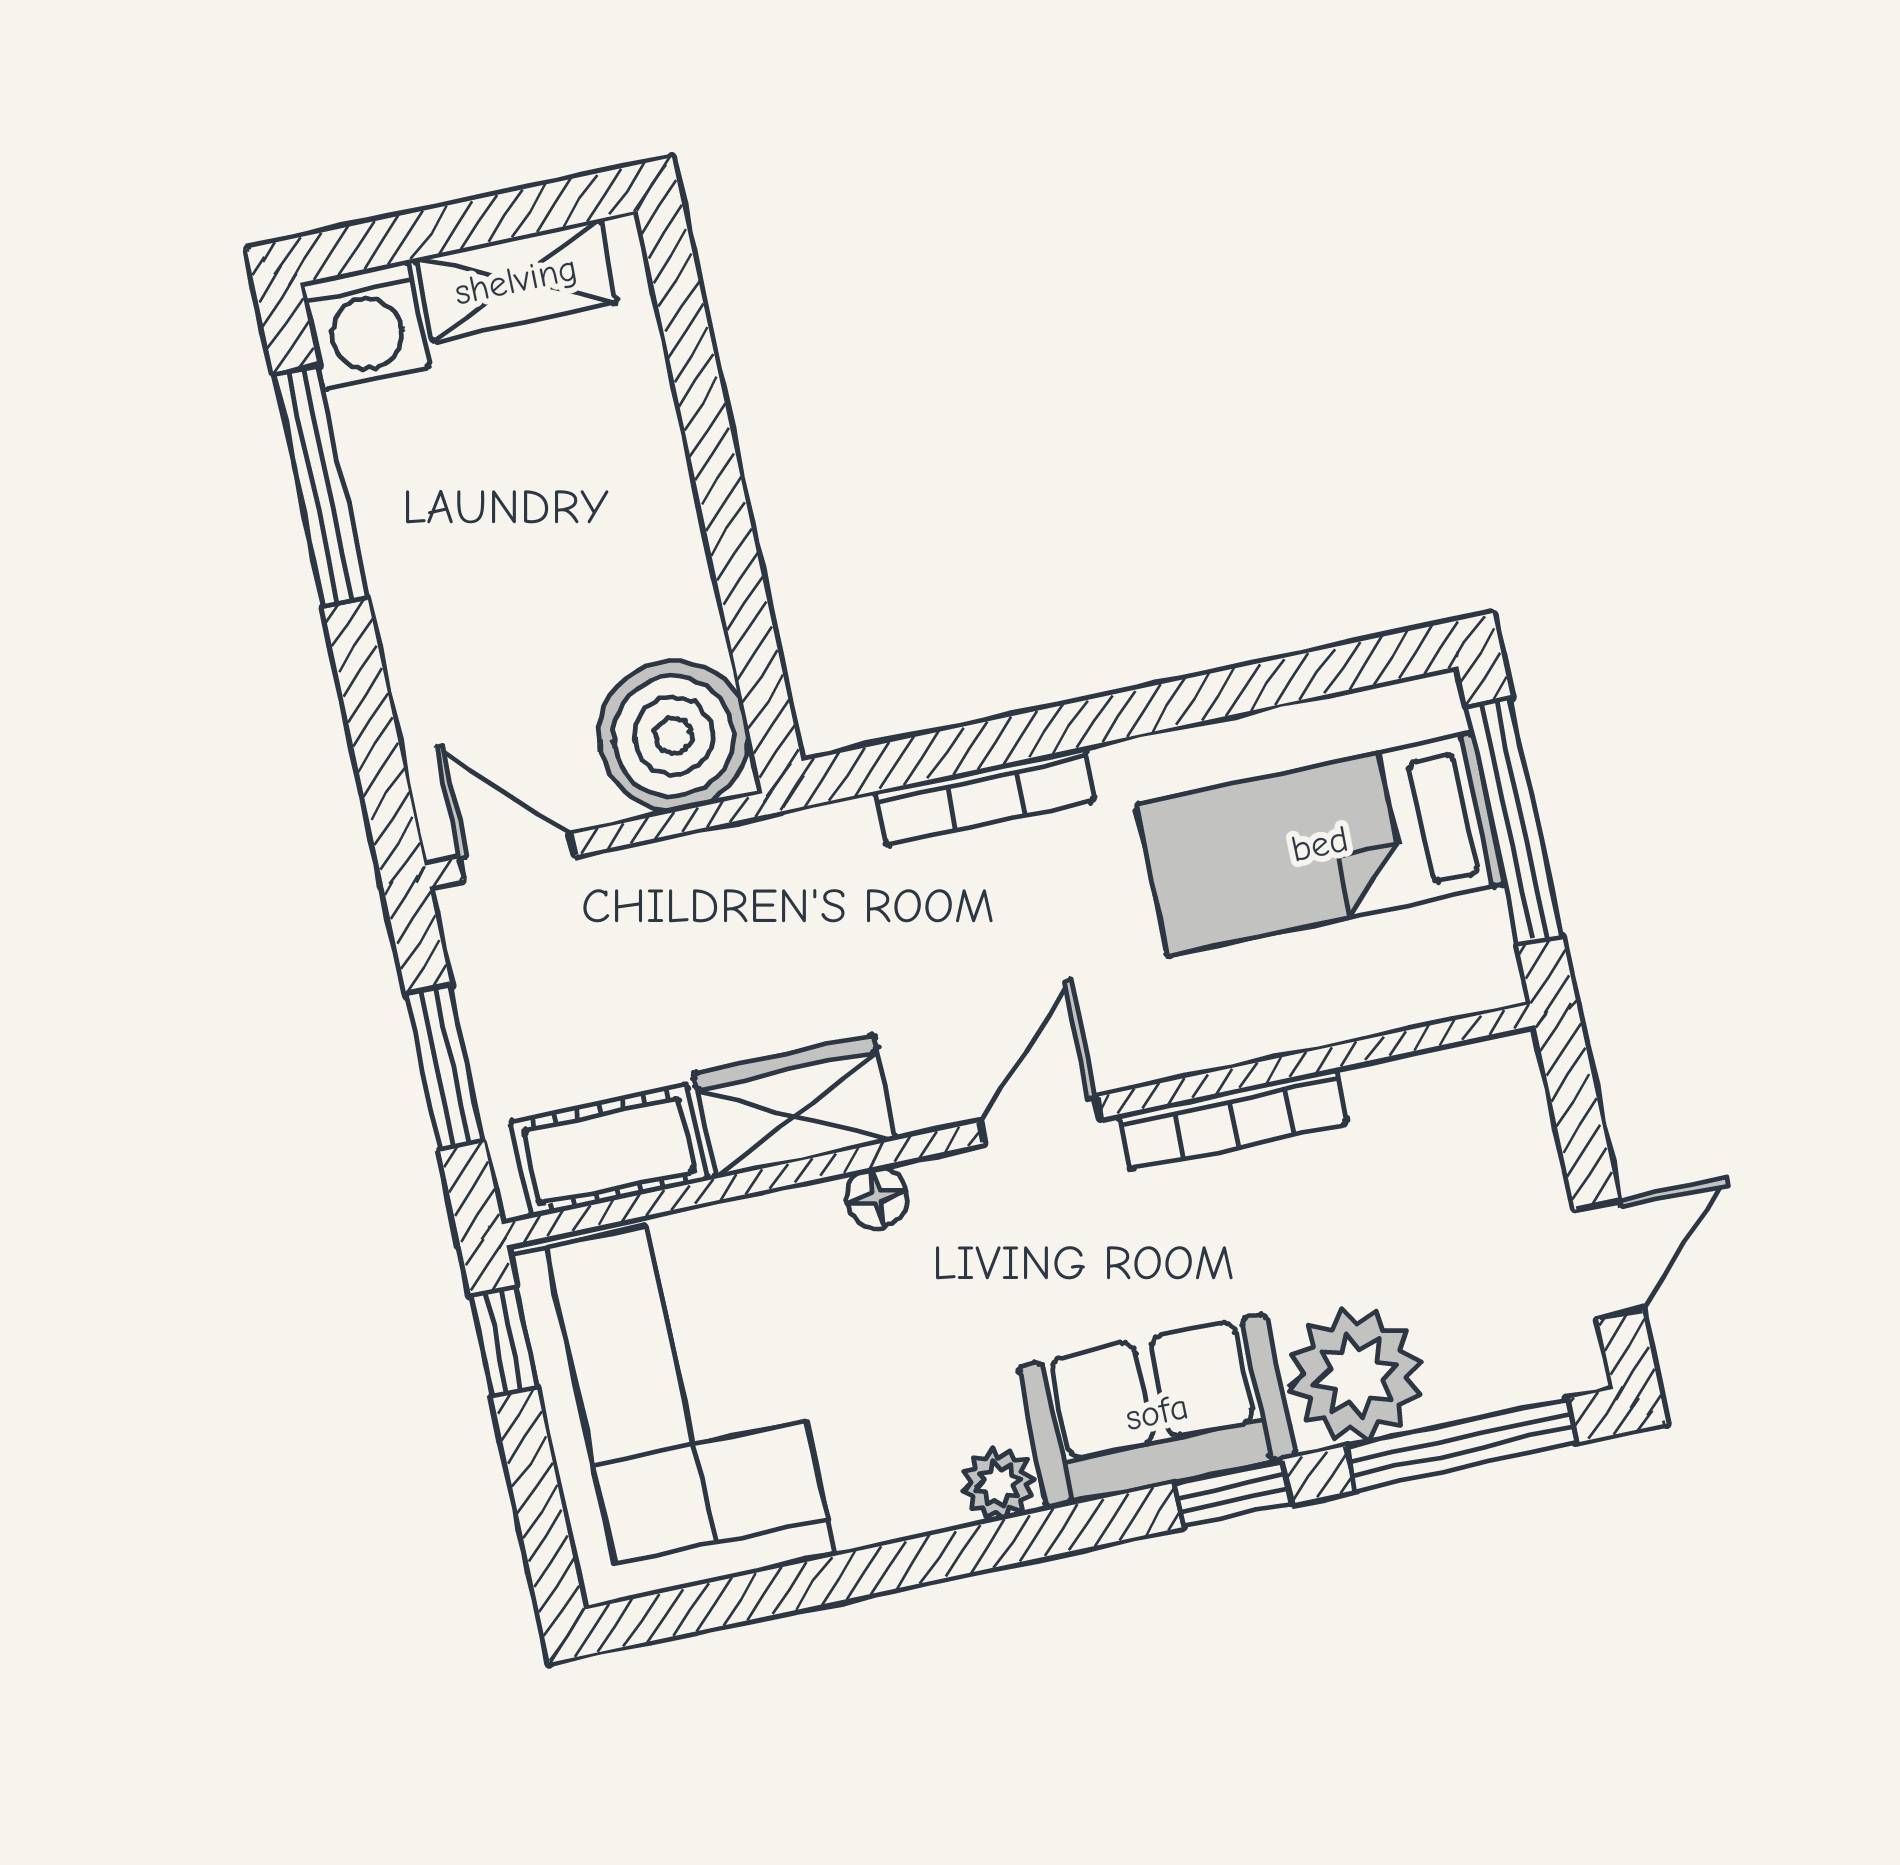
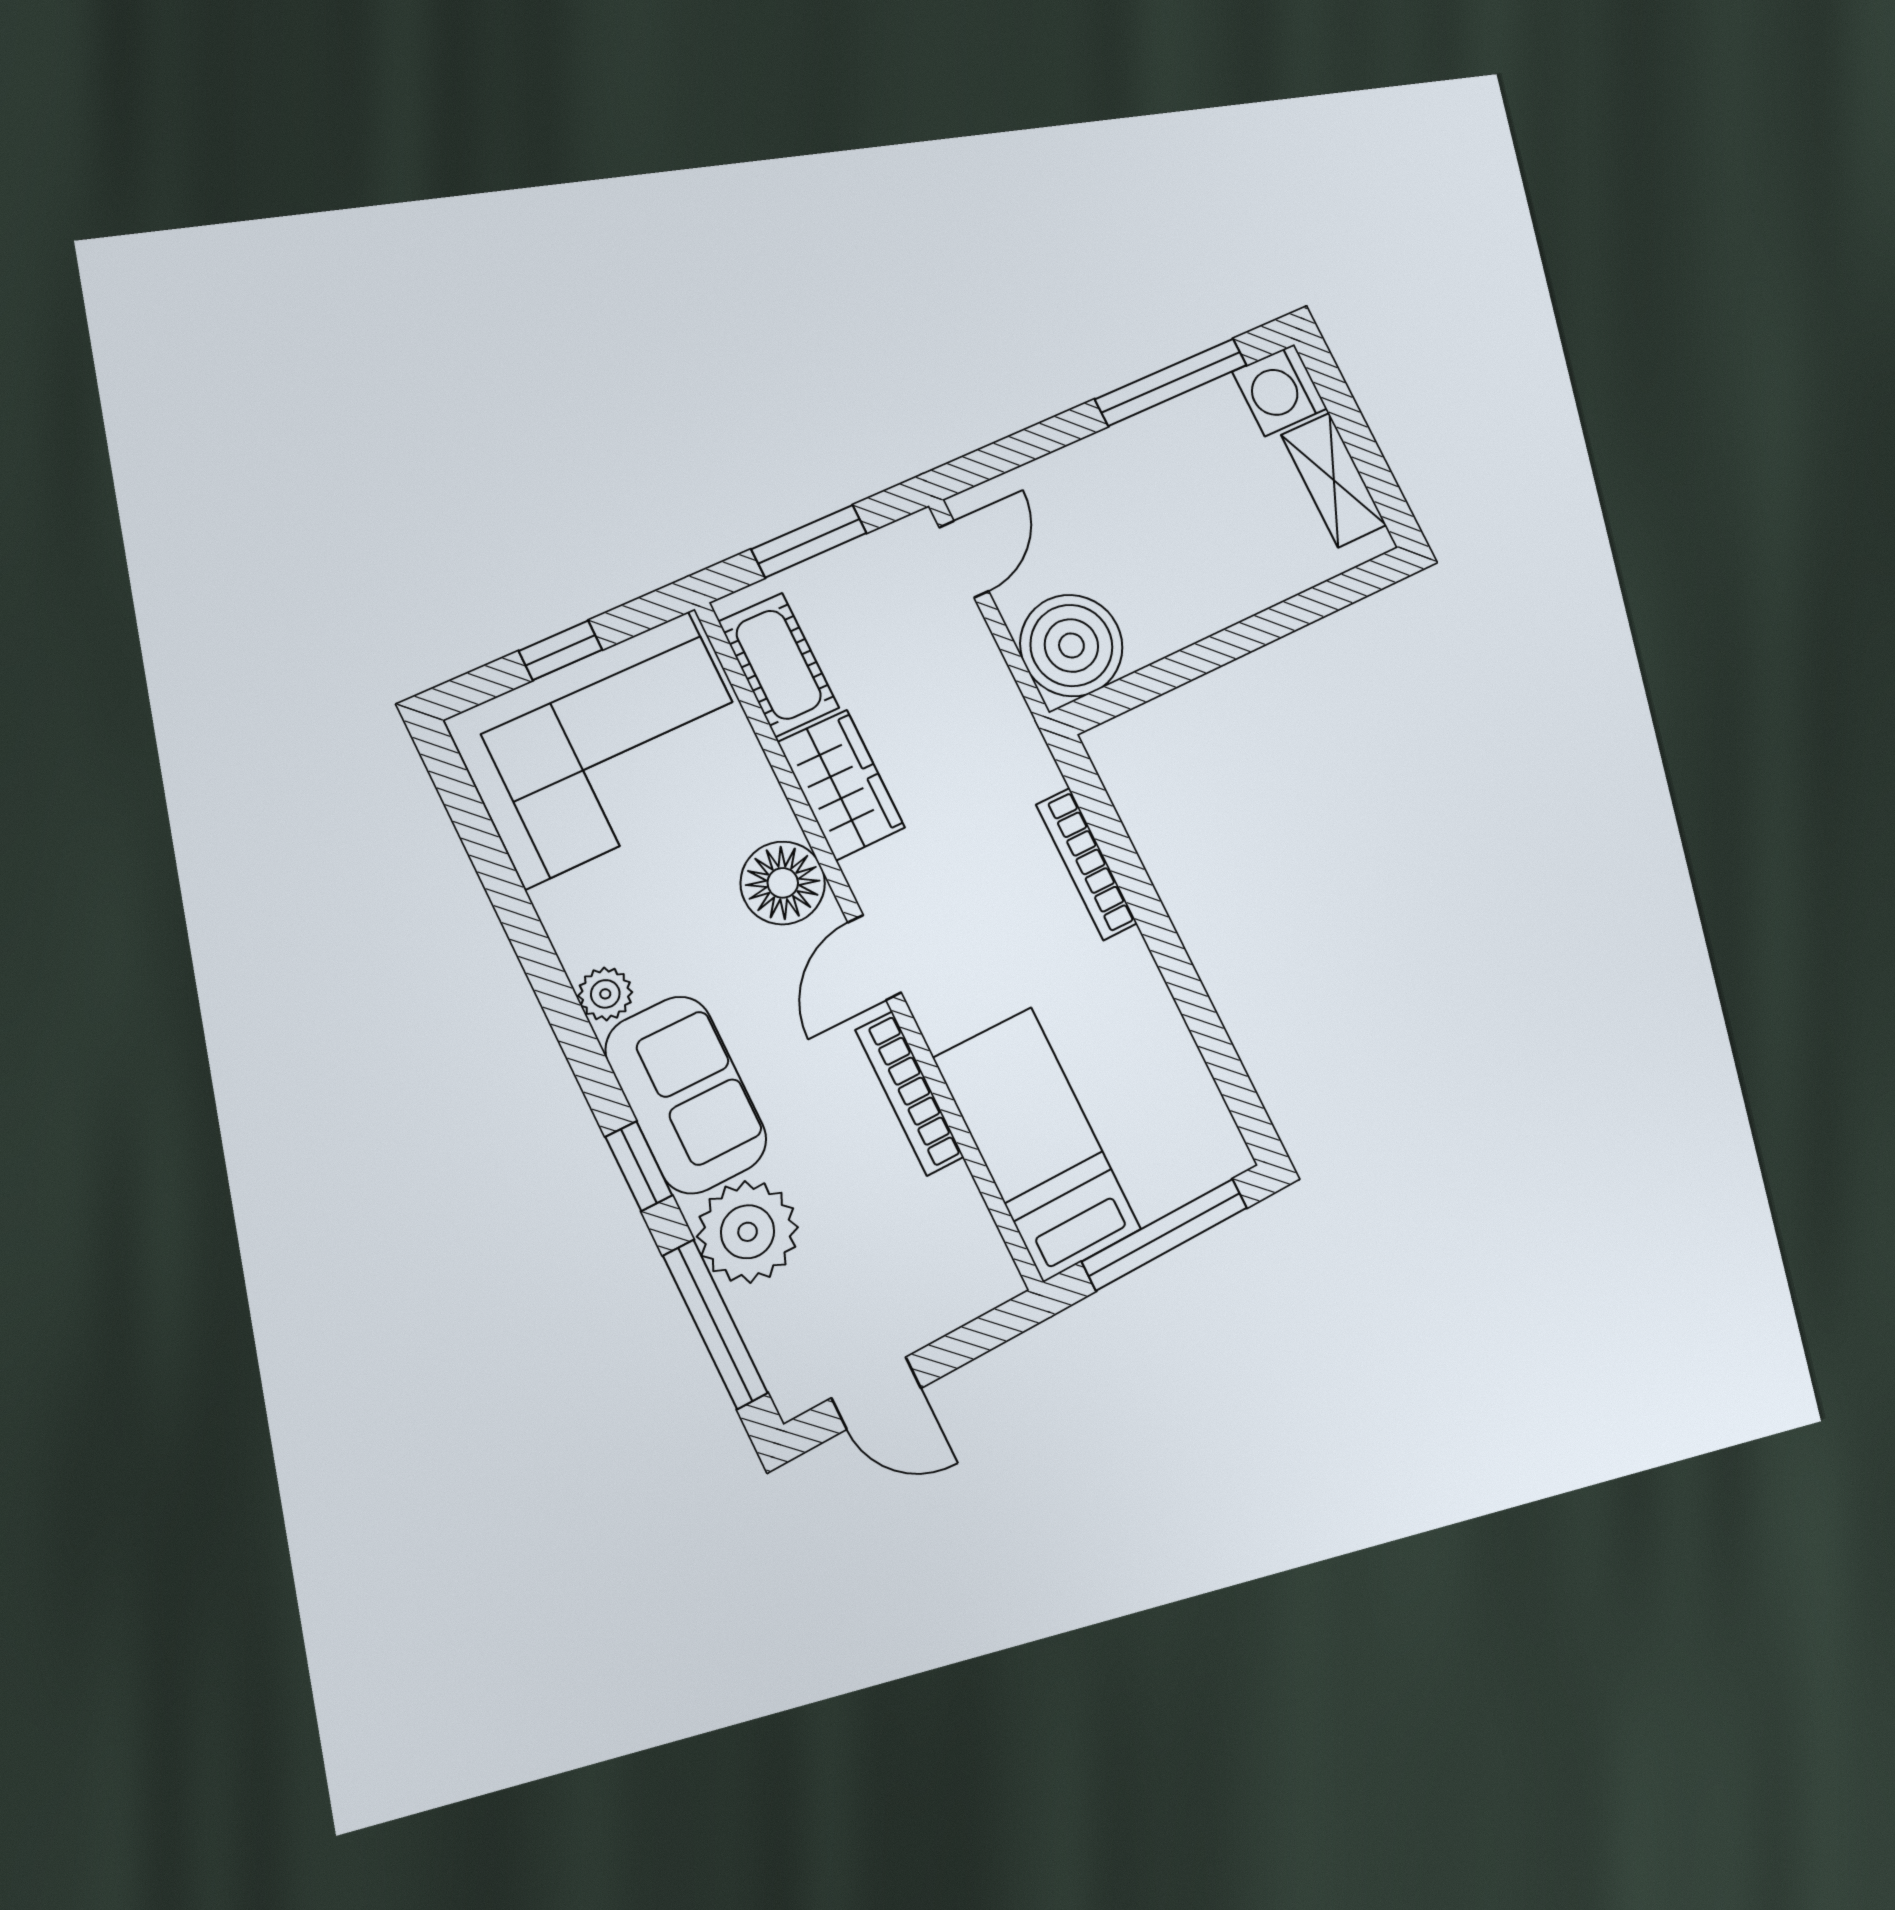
bed: (1320, 844) -> (1037, 1144), moved
door: (1040, 1120) -> (875, 957), swing flipped
floor lamp: (877, 1197) -> (783, 883), width x1.89, depth x1.89
window: (504, 1342) -> (561, 650), moved

